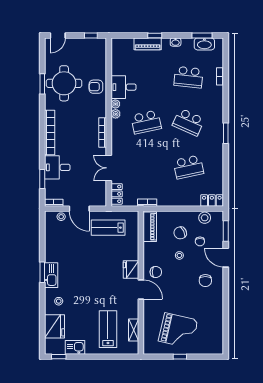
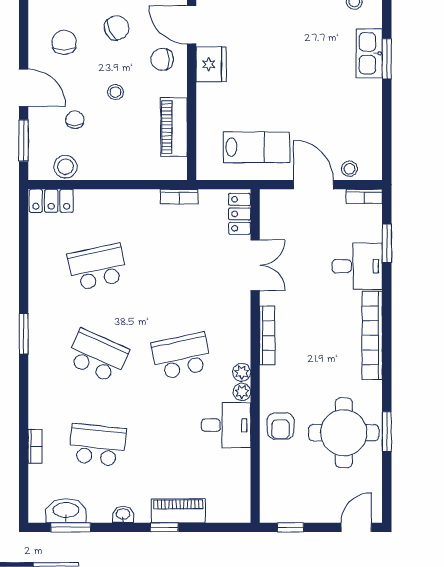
armchair: (96, 87) -> (281, 426), turned 90
piano: (150, 227) -> (174, 127), moved
chair: (180, 233) -> (117, 28), moved

